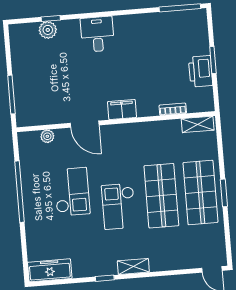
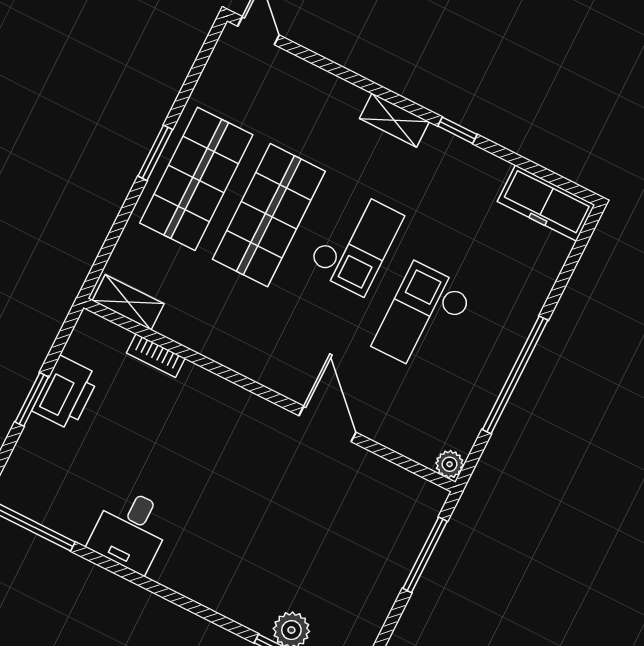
desk: (97, 34) -> (131, 530), moved
filing cabinet: (122, 110) -> (246, 410), removed
plant: (47, 136) -> (450, 464), moved

